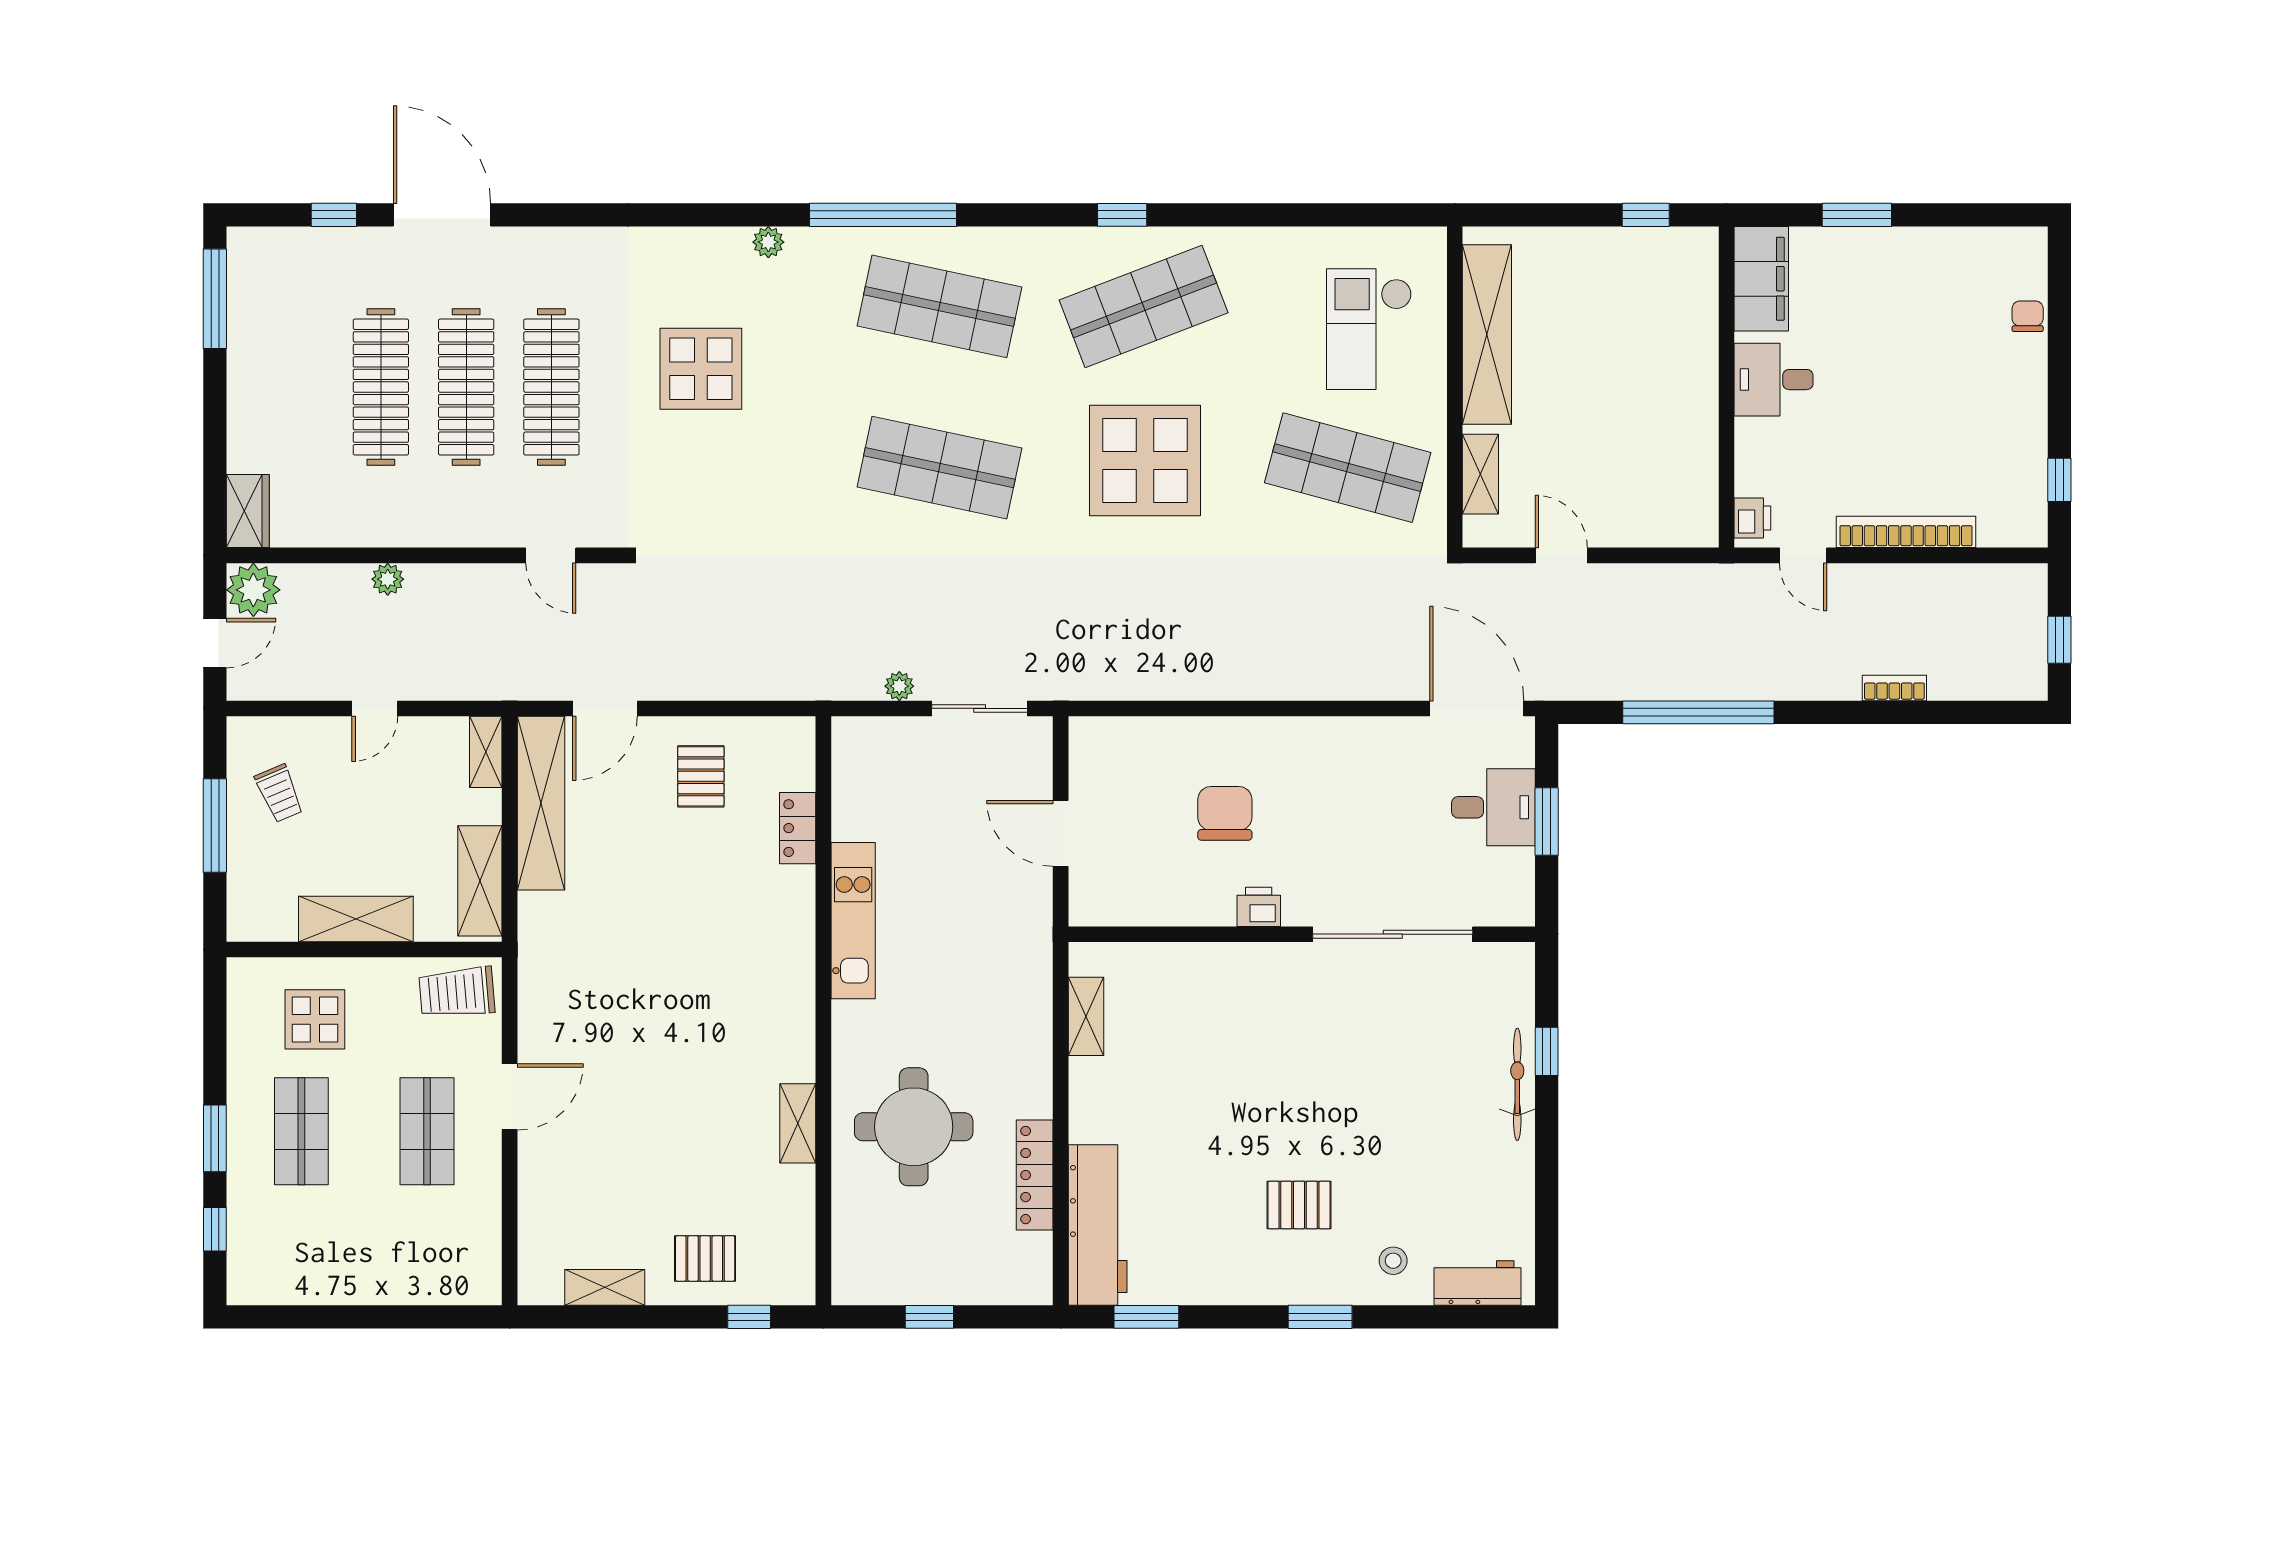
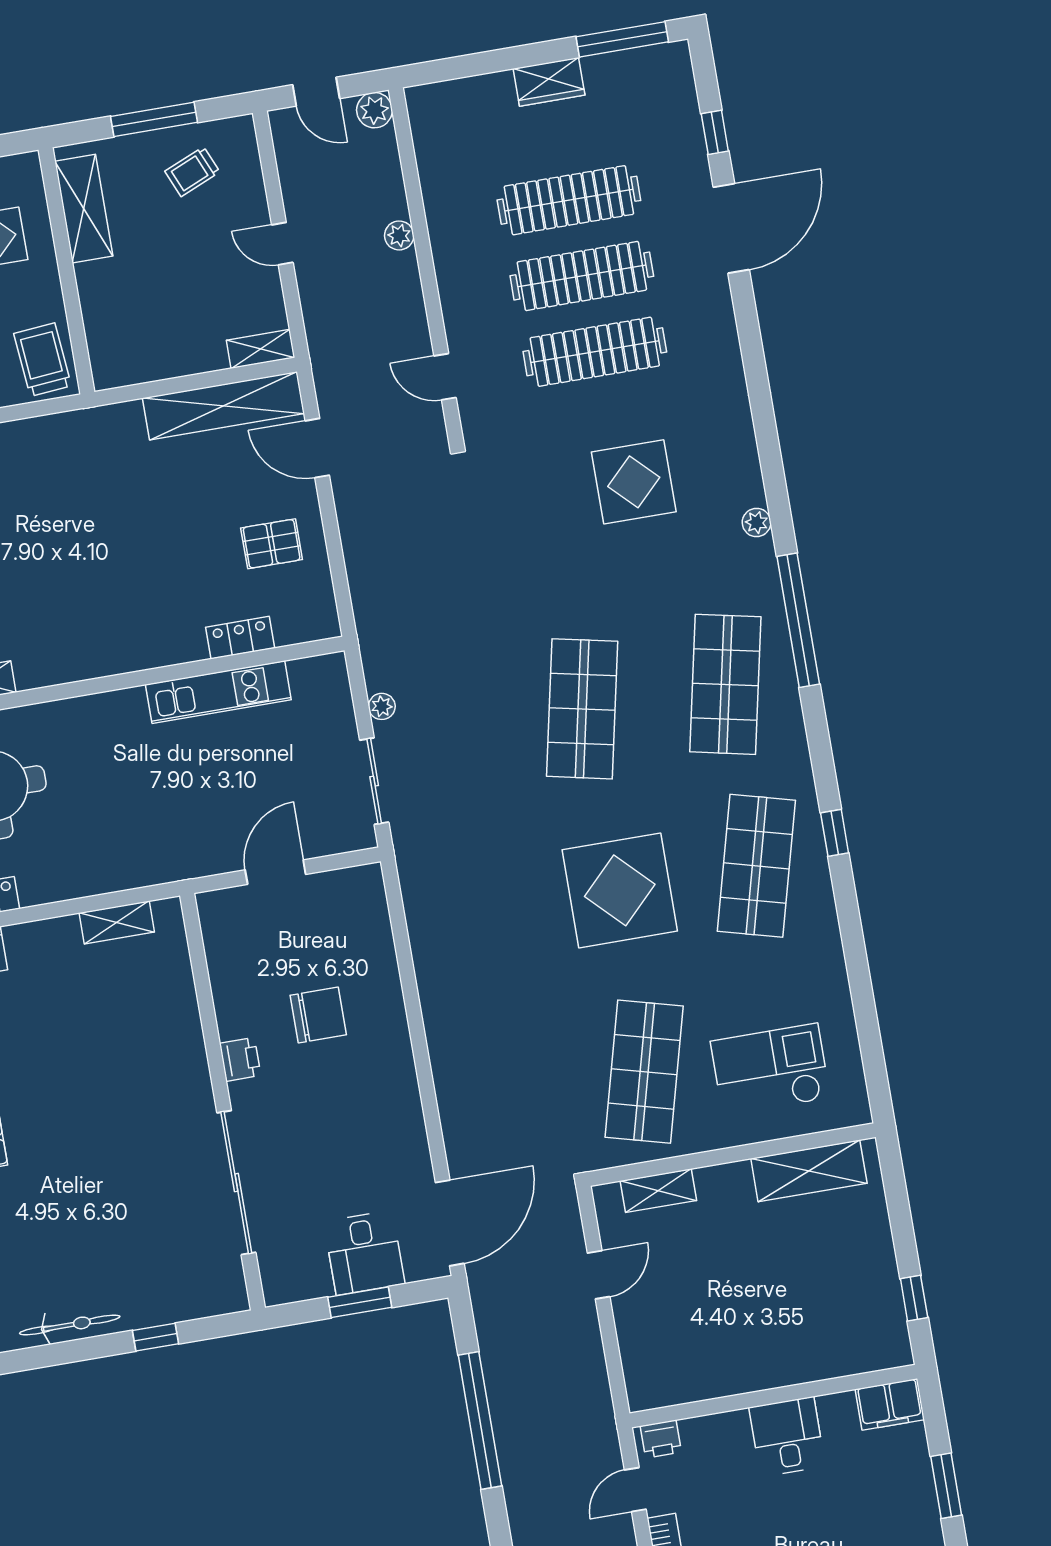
filing cabinet: (1761, 279) -> (890, 1404), width x0.67, depth x0.86
shop shelf: (1144, 306) -> (756, 866), turned 36
shelving: (1487, 335) -> (809, 1171), width x0.68
wardrobe: (248, 511) -> (549, 82), moved
door: (551, 555) -> (445, 377), hinge flipped
plant: (253, 590) -> (375, 110), width x0.73, depth x0.73
shelving: (480, 881) -> (145, 363), removed
shelving: (356, 919) -> (84, 209), moved
kitchen unit: (853, 921) -> (218, 692), moved
bicycle: (1517, 1084) -> (70, 1325), moved

